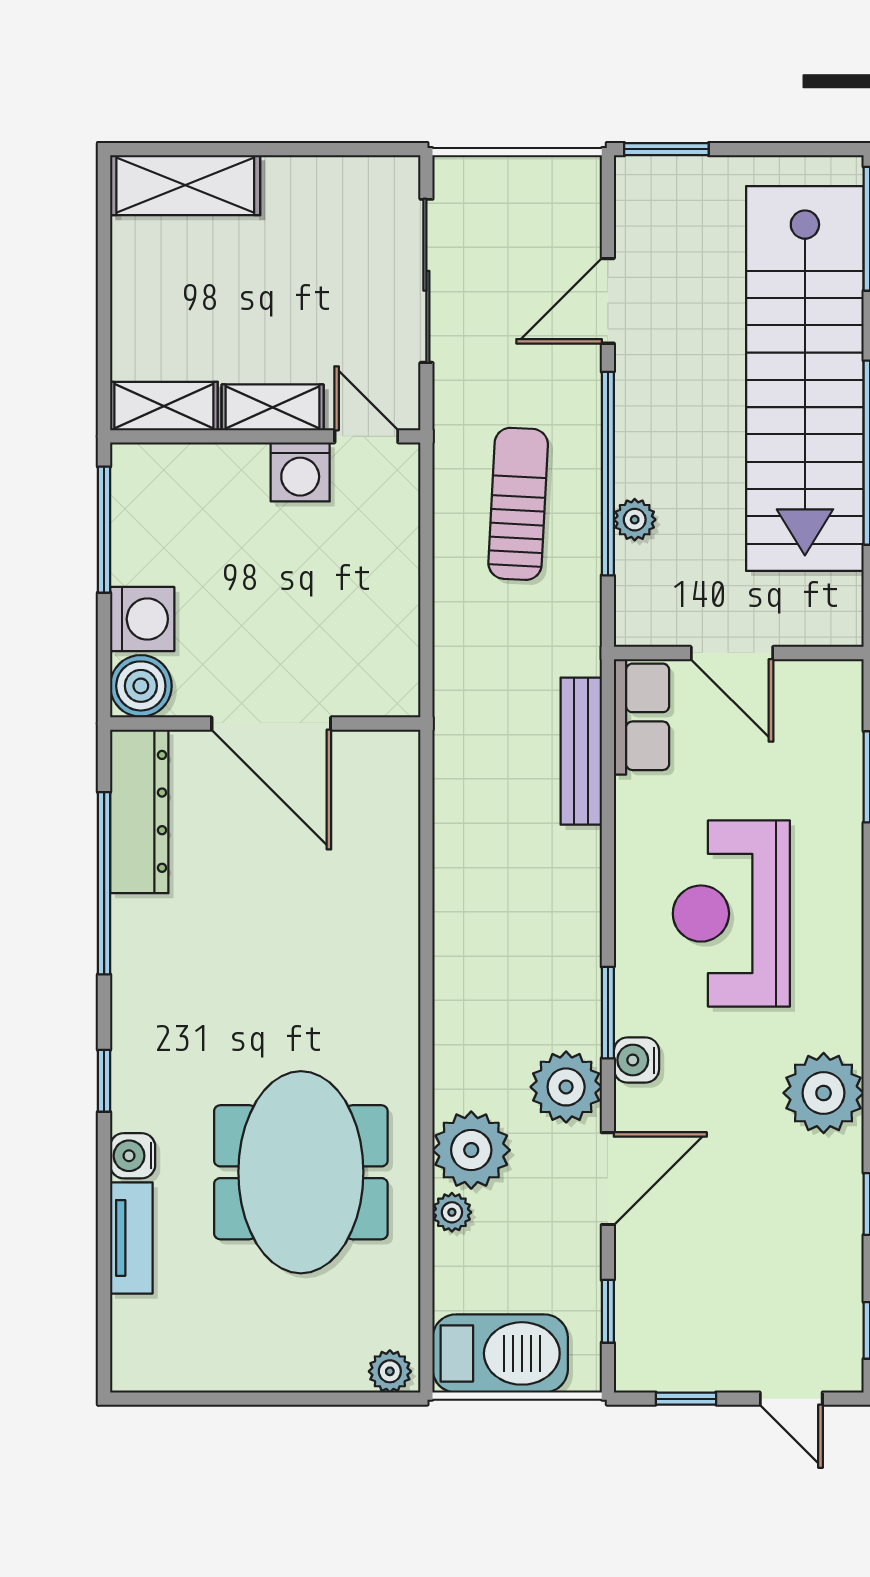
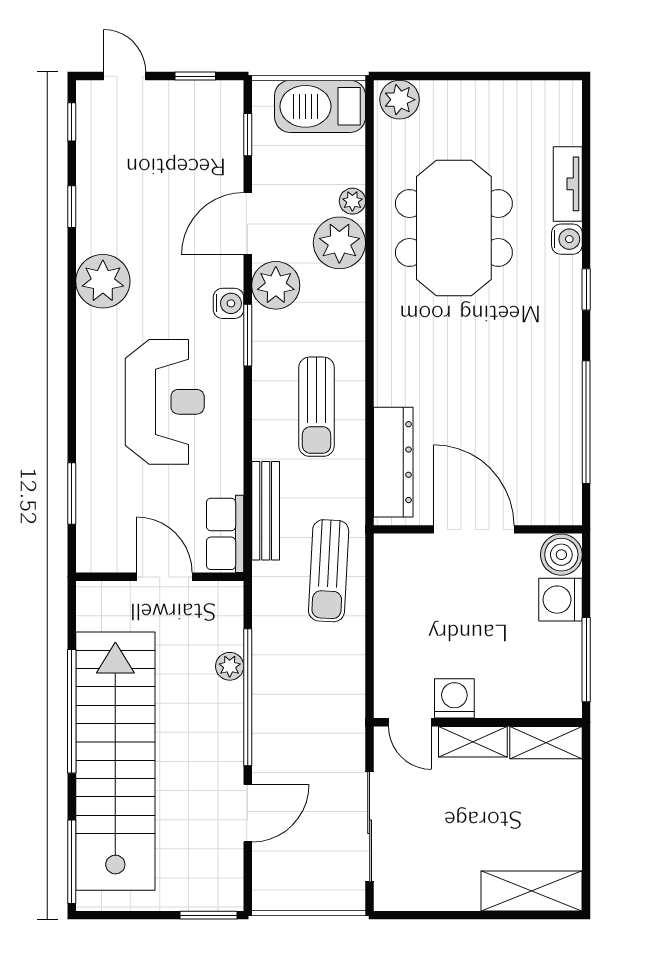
sun lounger: (518, 504) -> (329, 571), moved
dresser: (139, 811) -> (393, 462), moved, turned 180
sun lounger: (505, 906) -> (316, 407), added
plant: (390, 1371) -> (399, 100), width x1.38, depth x1.38

